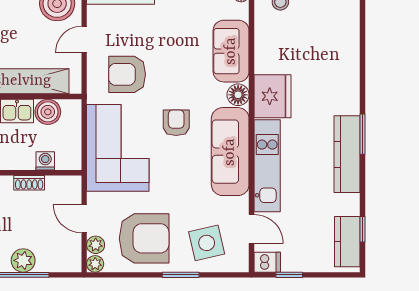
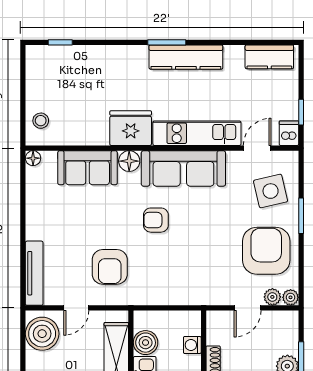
door: (84, 39) -> (76, 308), hinge flipped
corner sofa: (118, 148) -> (180, 276), removed
window: (363, 229) -> (60, 42), moved

